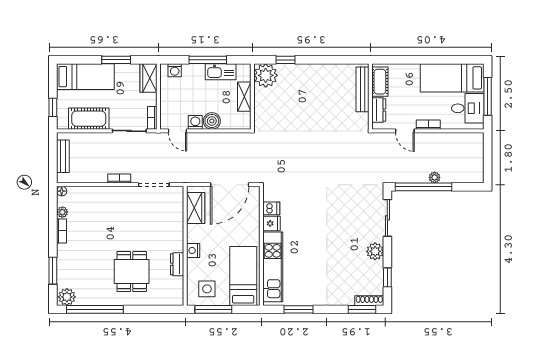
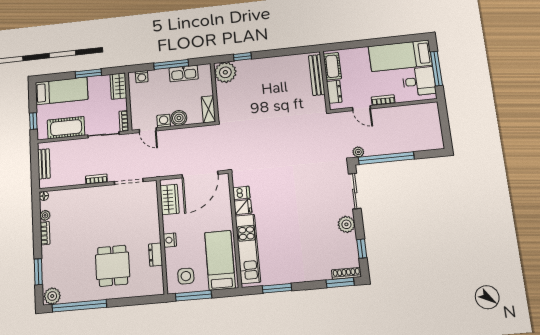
shelving: (244, 97) -> (208, 109), moved
plant: (435, 177) -> (358, 152), moved

